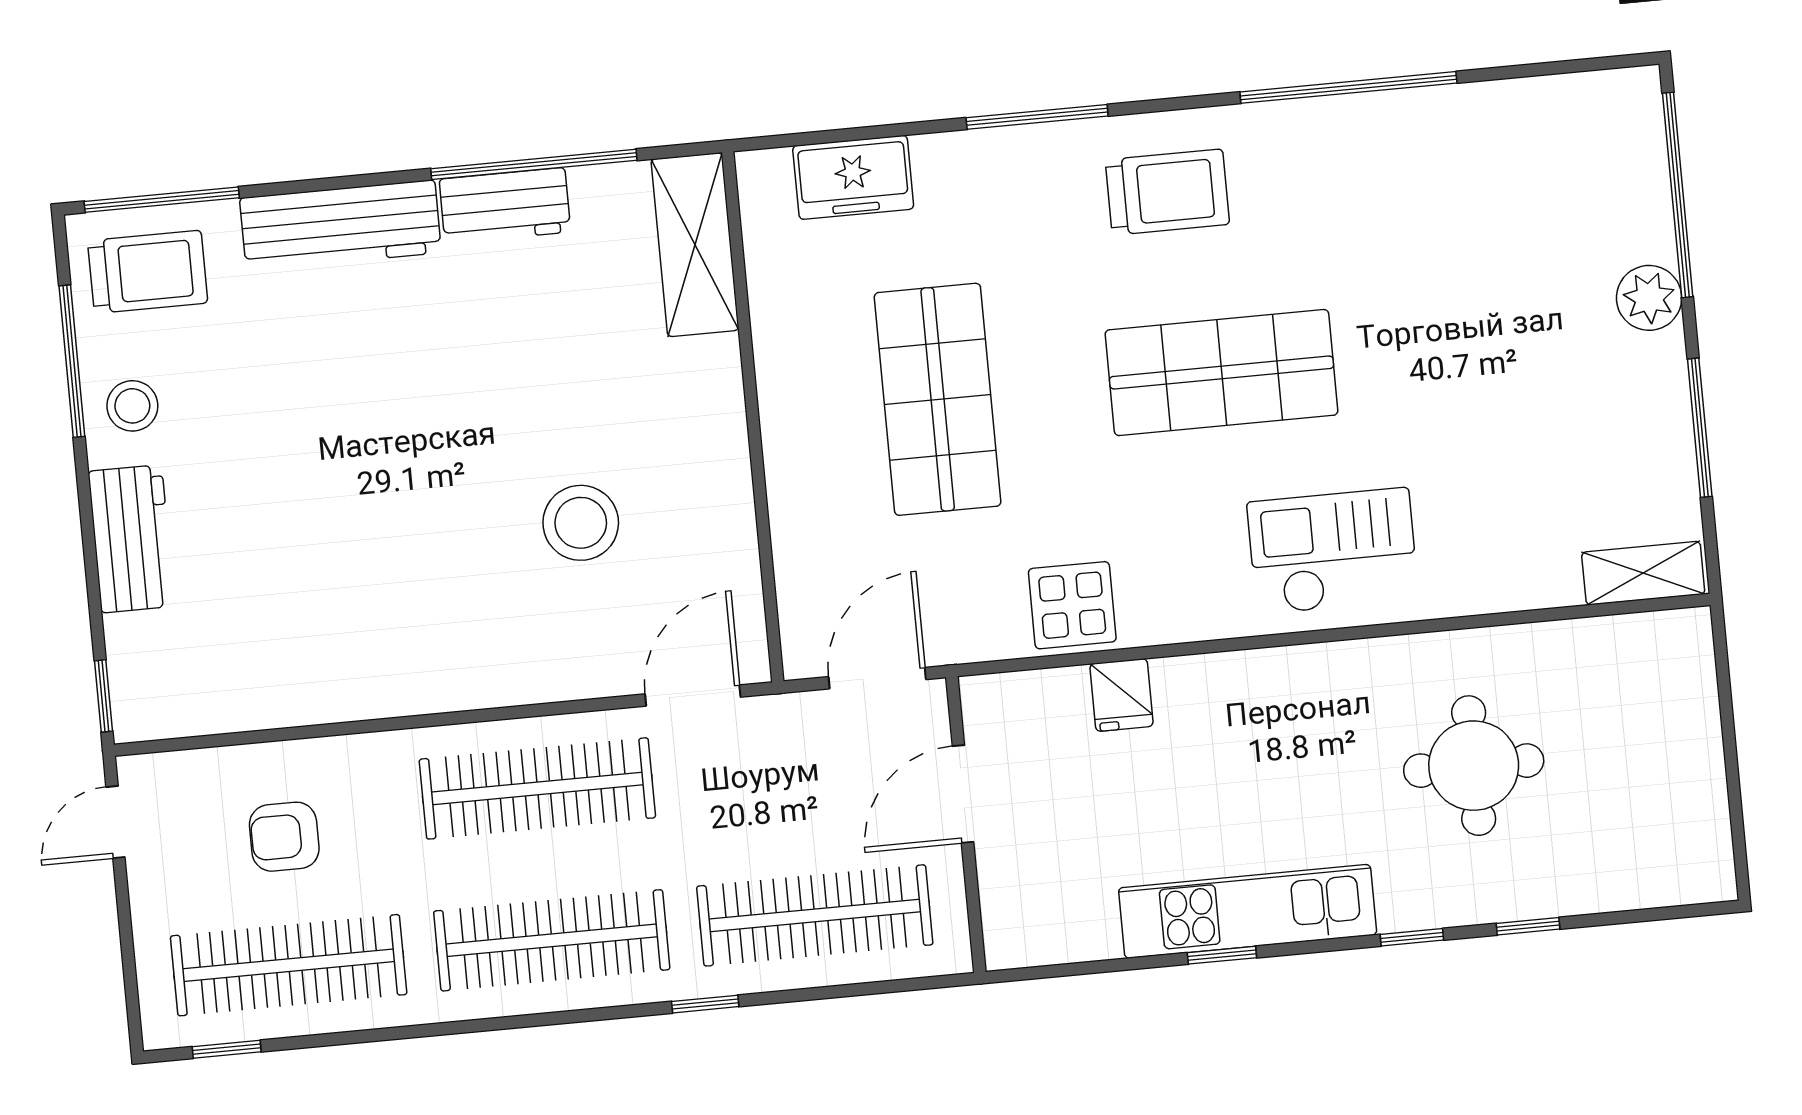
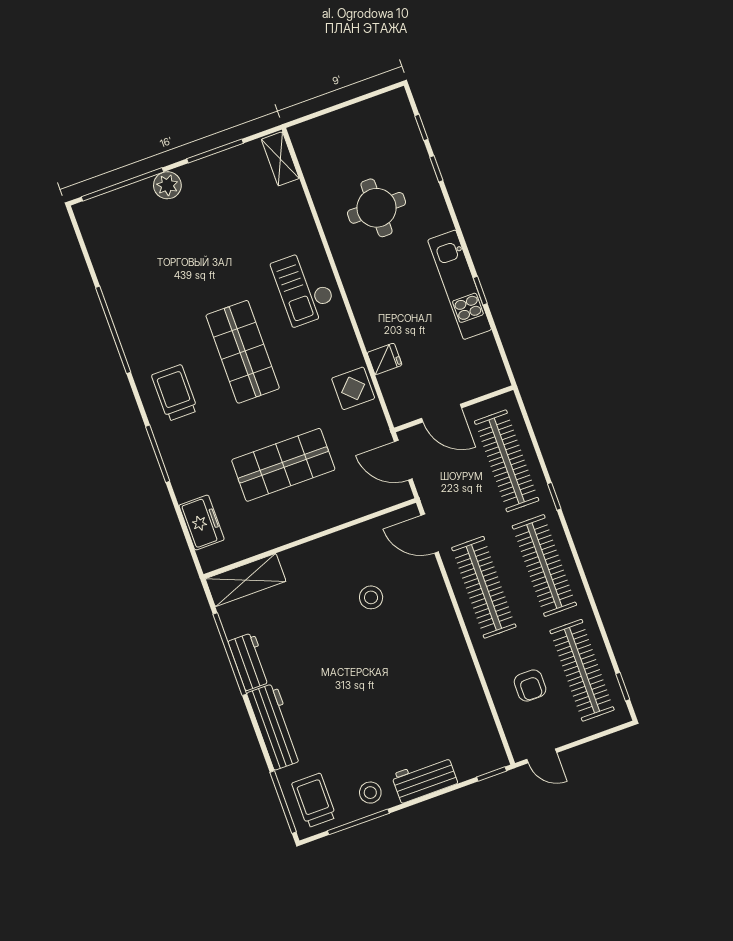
stool: (581, 523) -> (371, 597), width x0.73, depth x0.73
window: (1412, 937) -> (421, 127), moved

